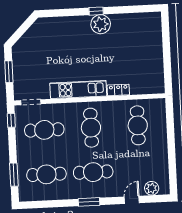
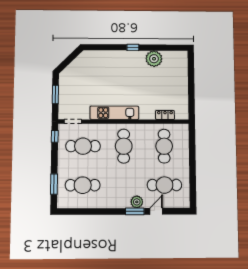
plant: (101, 24) -> (154, 59), moved
locker: (118, 90) -> (165, 115), moved
cafe table: (93, 172) -> (164, 185), moved
plant: (152, 188) -> (137, 202), moved
window: (89, 202) -> (135, 211), moved

